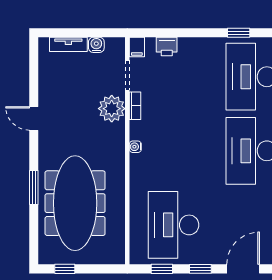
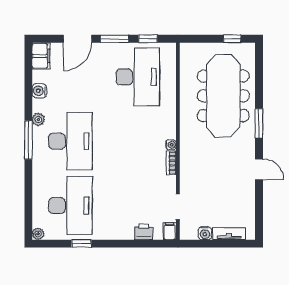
bookcase: (135, 106) -> (171, 163), moved
plant: (112, 109) -> (191, 178), removed
window: (34, 187) -> (259, 123), moved
window: (200, 269) -> (115, 39), width x1.50

